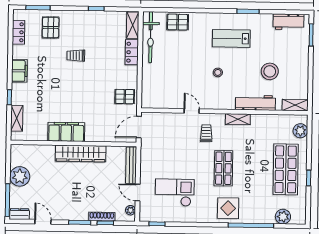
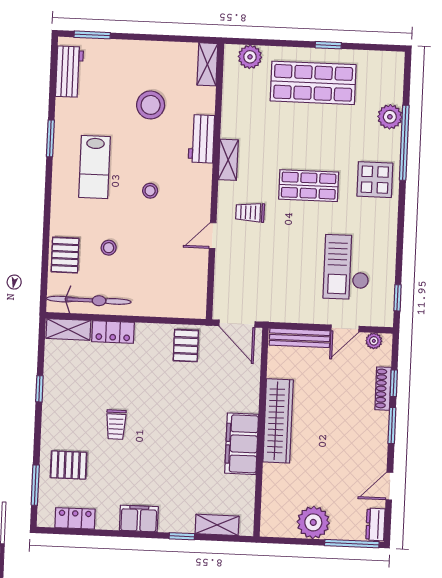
stool: (183, 48) -> (109, 248), added
workbench: (255, 103) -> (201, 139), width x0.73
plant: (283, 217) -> (390, 117), moved

